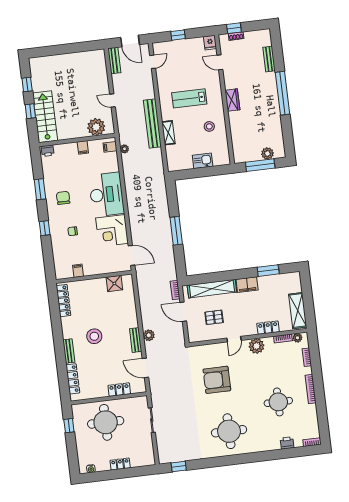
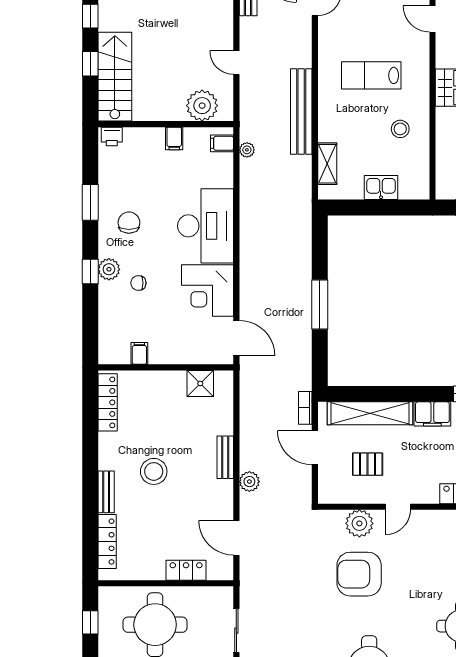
shelving: (168, 133) -> (327, 164), moved
plant: (55, 226) -> (109, 269), added
bench: (136, 340) -> (225, 457), moved
plant: (256, 346) -> (359, 523), moved

